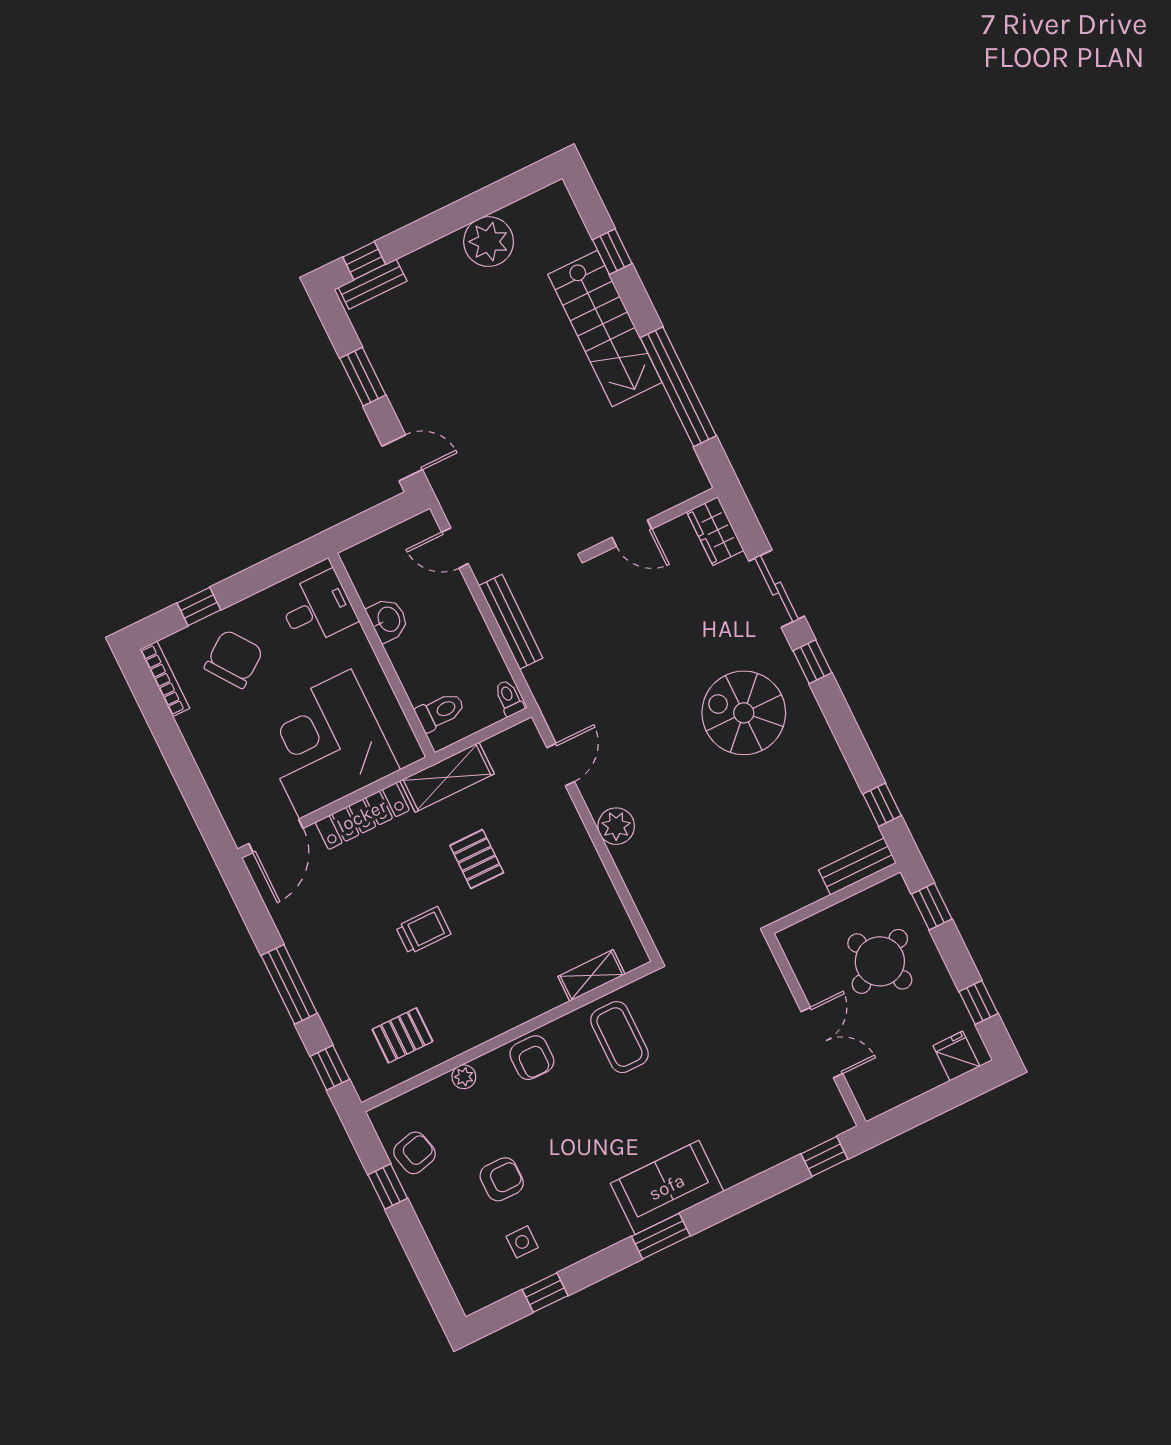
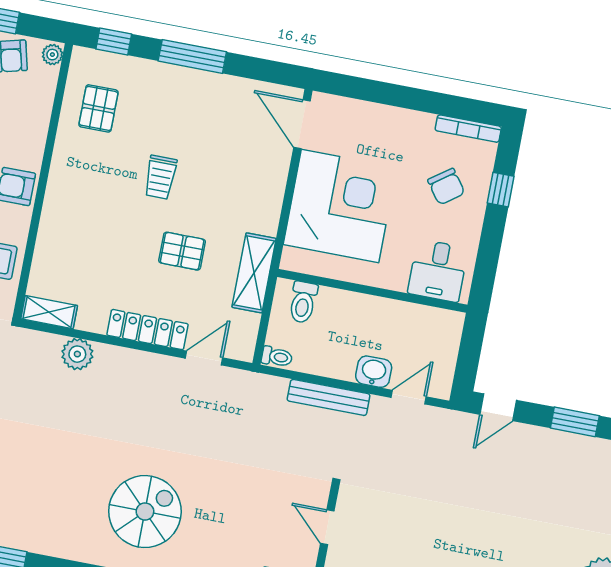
door: (632, 533) -> (327, 527), hinge flipped
washbasin: (388, 620) -> (374, 372), moved, turned 180
chair: (234, 659) -> (446, 187), width x0.73, depth x0.73
door: (561, 765) -> (204, 358), swing flipped
locker: (362, 816) -> (147, 330), moved, turned 90
plant: (616, 826) -> (77, 354), moved
shelving: (591, 975) -> (49, 312), moved, turned 90
plant: (464, 1077) -> (52, 55), moved

